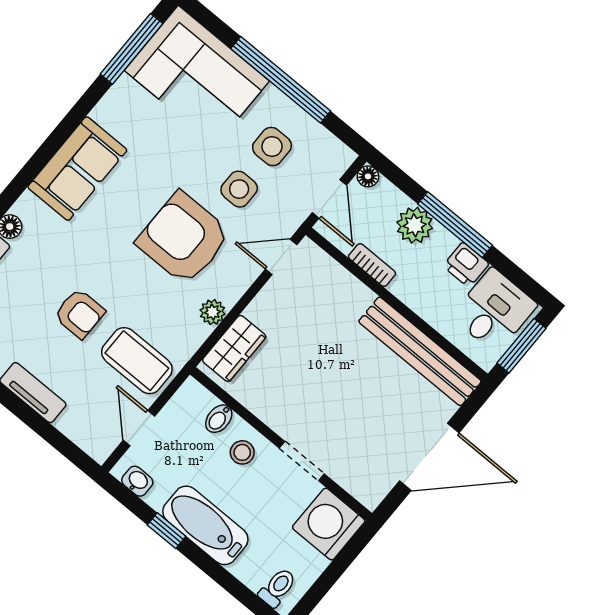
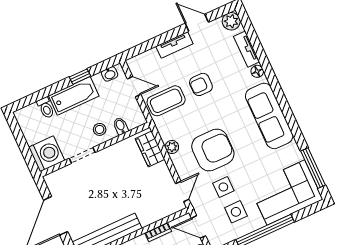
sofa: (77, 169) -> (269, 116), width x1.36
toilet: (277, 588) -> (46, 108), moved

